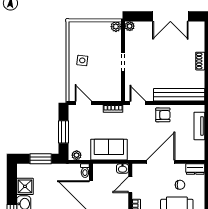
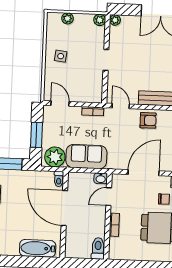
plant: (87, 26) -> (67, 18), added
plant: (77, 155) -> (55, 157), width x1.87, depth x1.87

